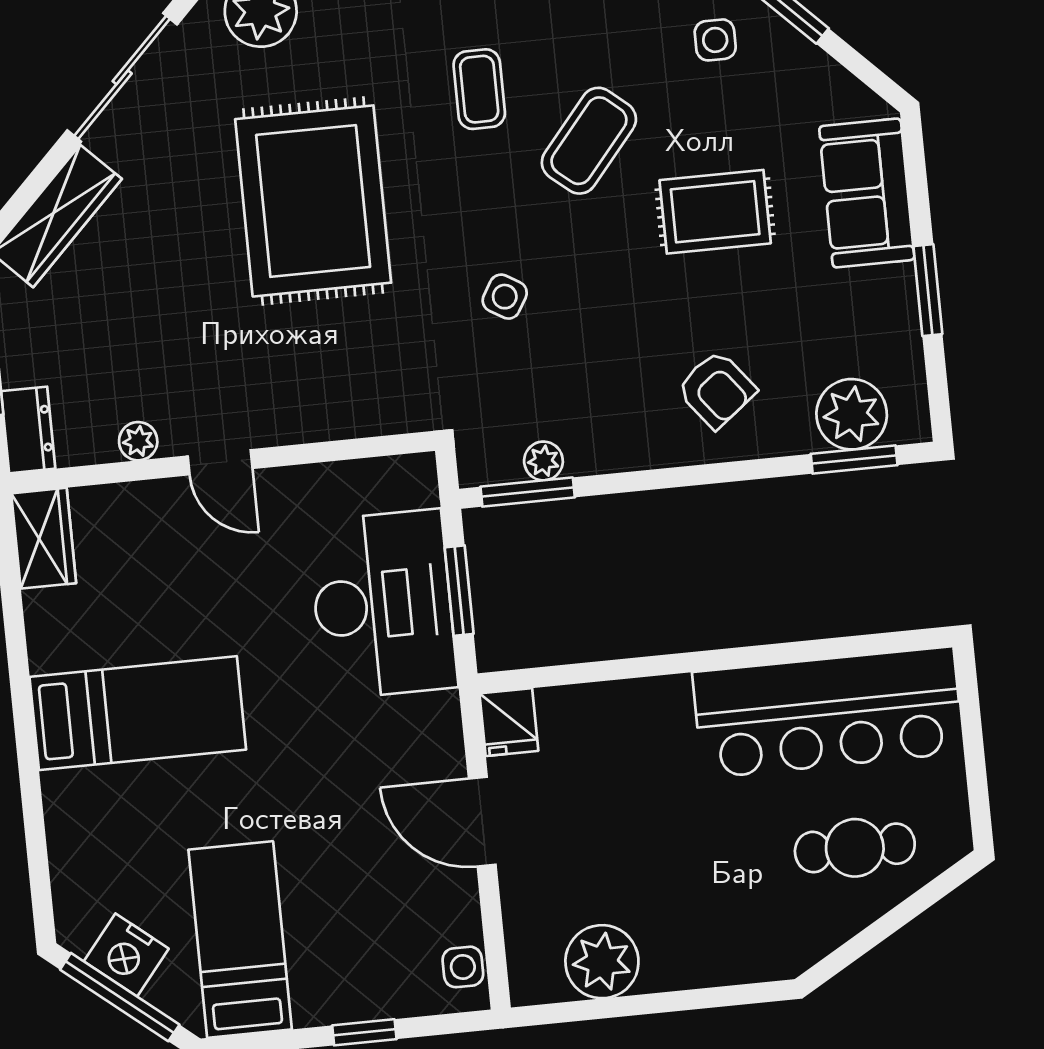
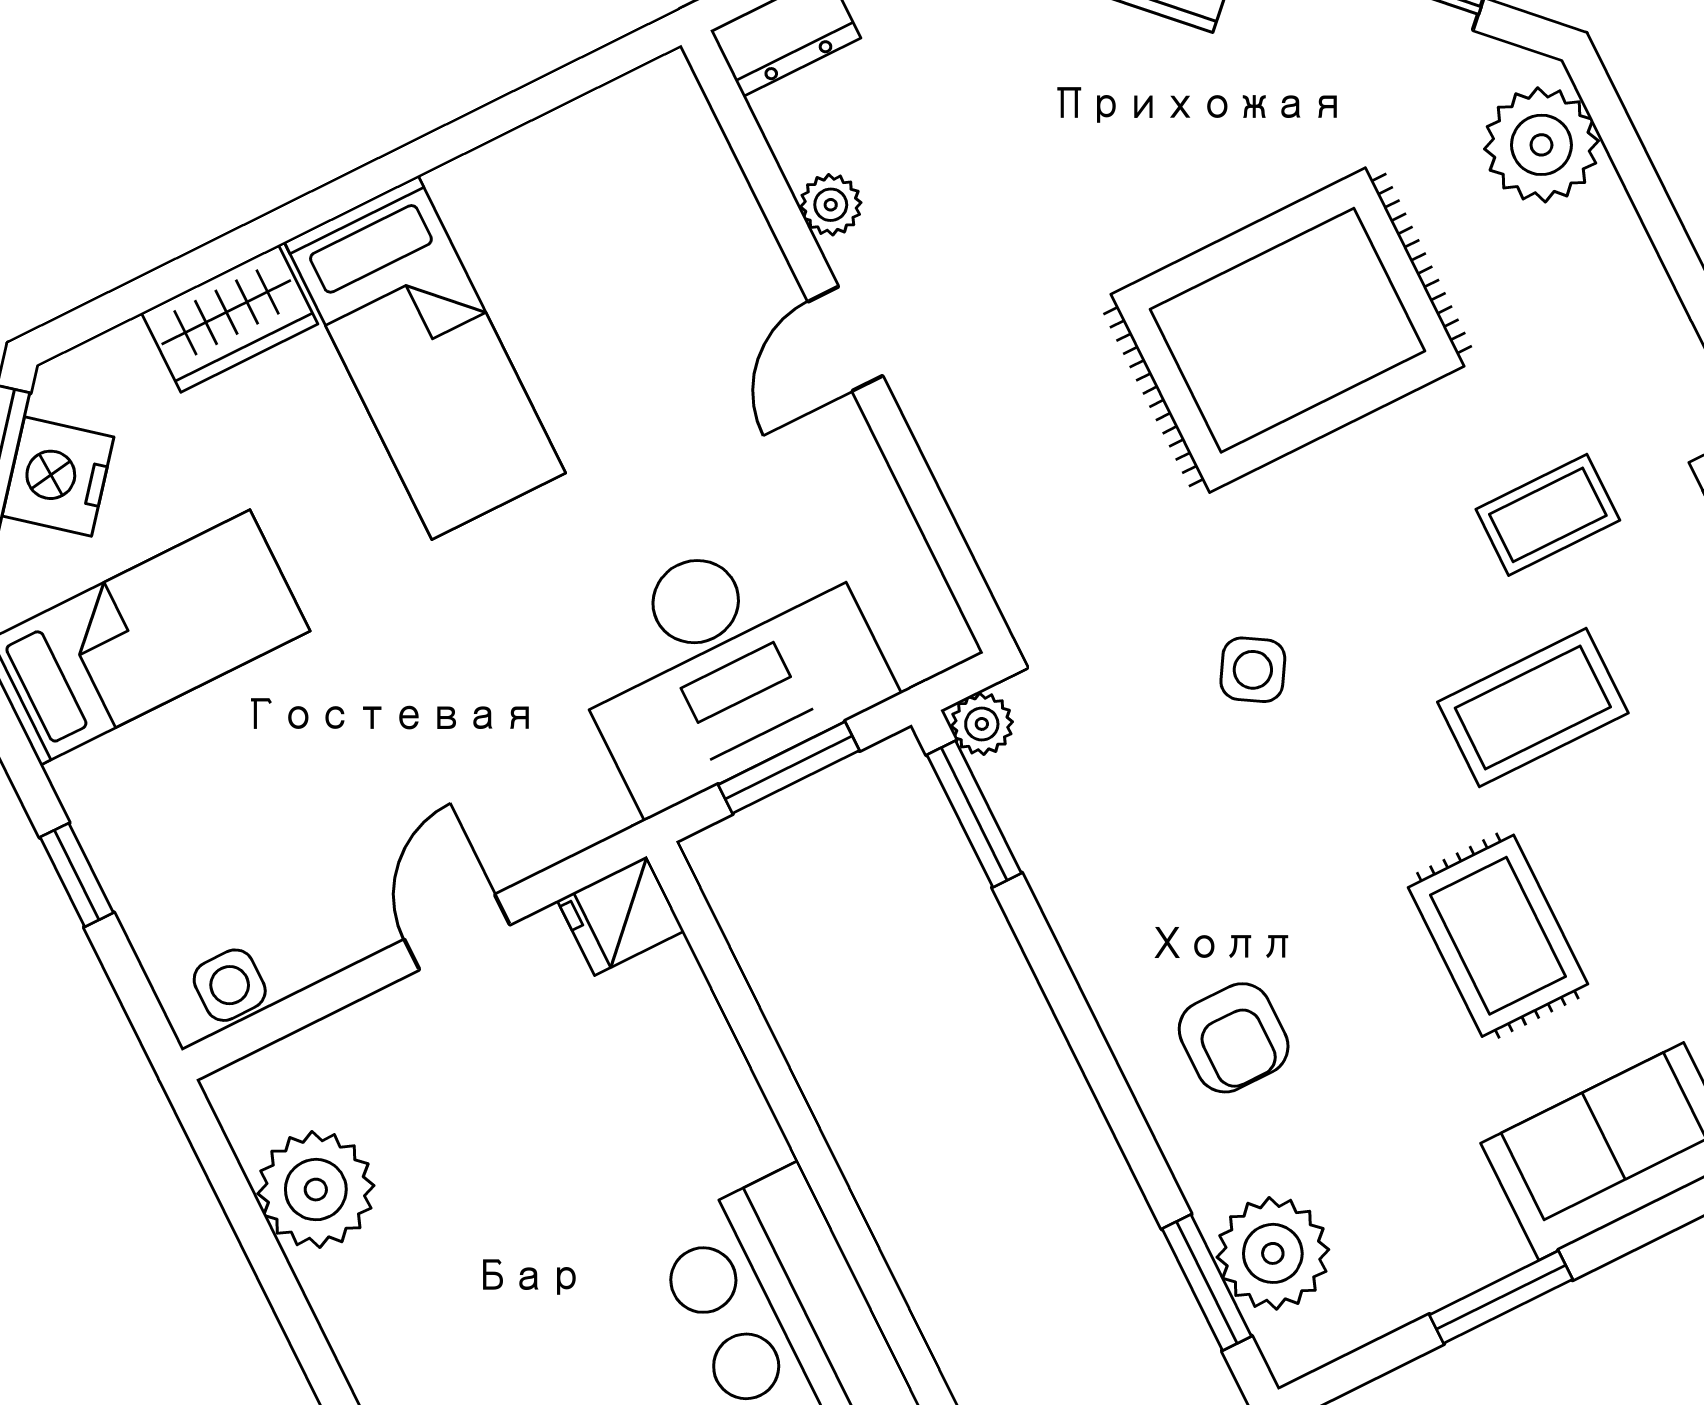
coffee table: (589, 141) -> (1533, 708), turned -40
armchair: (716, 390) -> (1234, 1038), turned -52
plant: (543, 461) -> (982, 724), moved
wardrobe: (44, 538) -> (230, 319), moved
door: (482, 822) -> (457, 932), width x0.73

